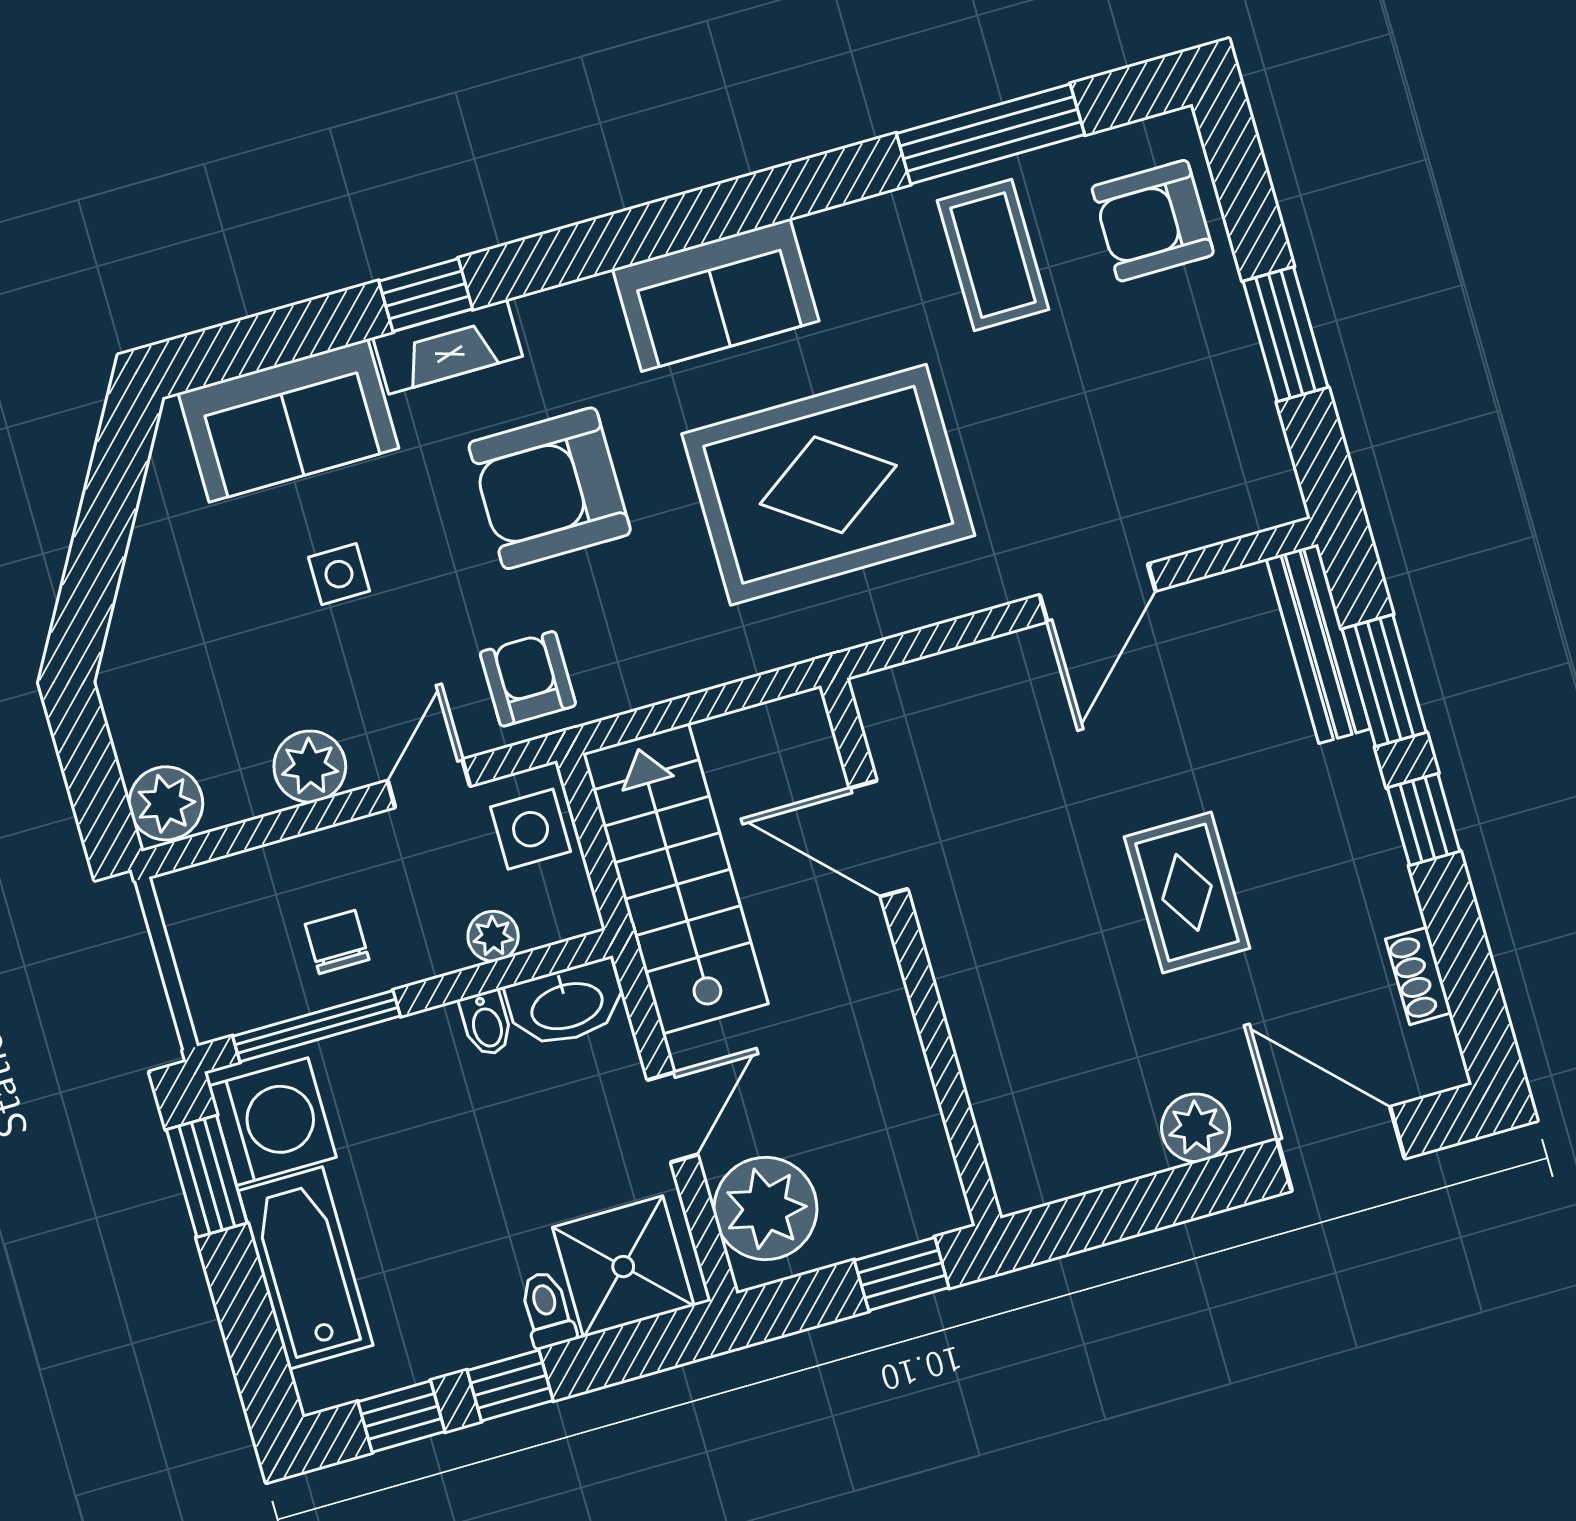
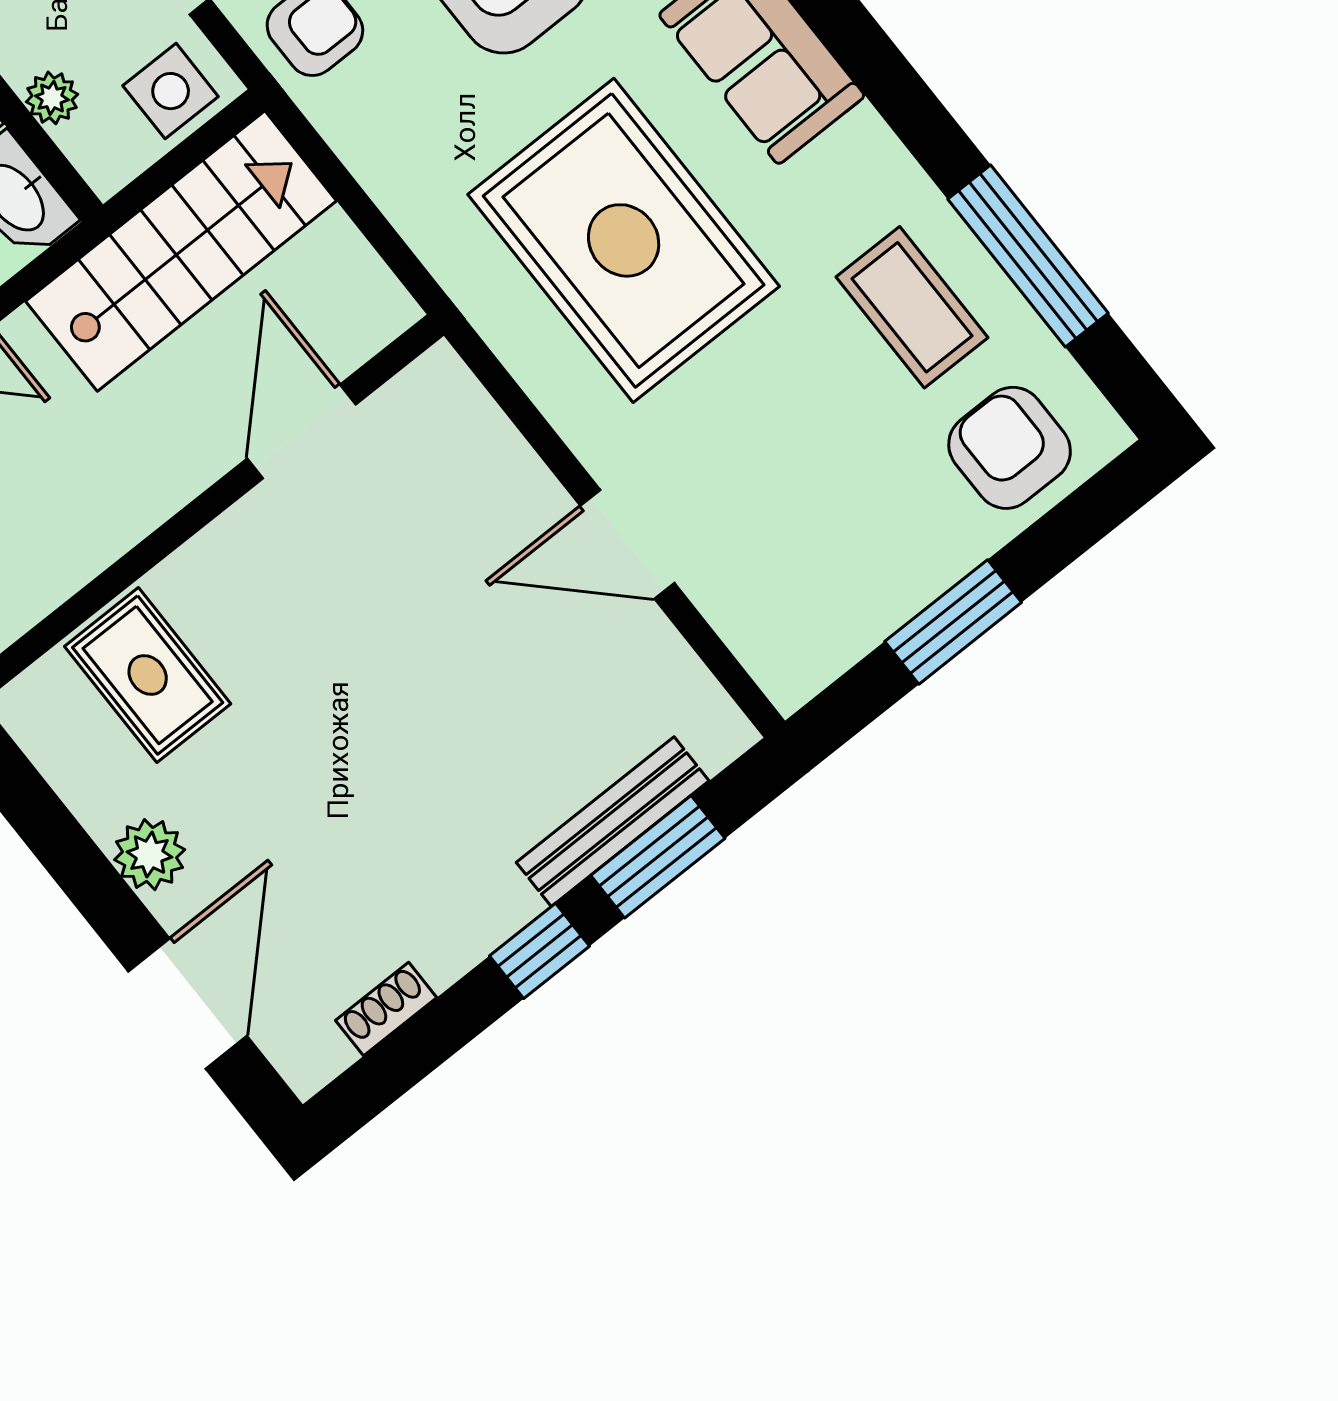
coffee table: (993, 255) -> (912, 307), turned 90
bench: (1318, 644) -> (613, 822), moved
rug: (1187, 892) -> (148, 675), moved, turned 90

